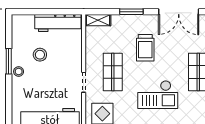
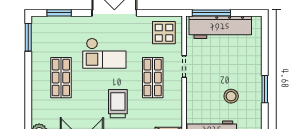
stool: (19, 72) -> (254, 78), removed
checkout: (158, 95) -> (104, 53), turned 180

